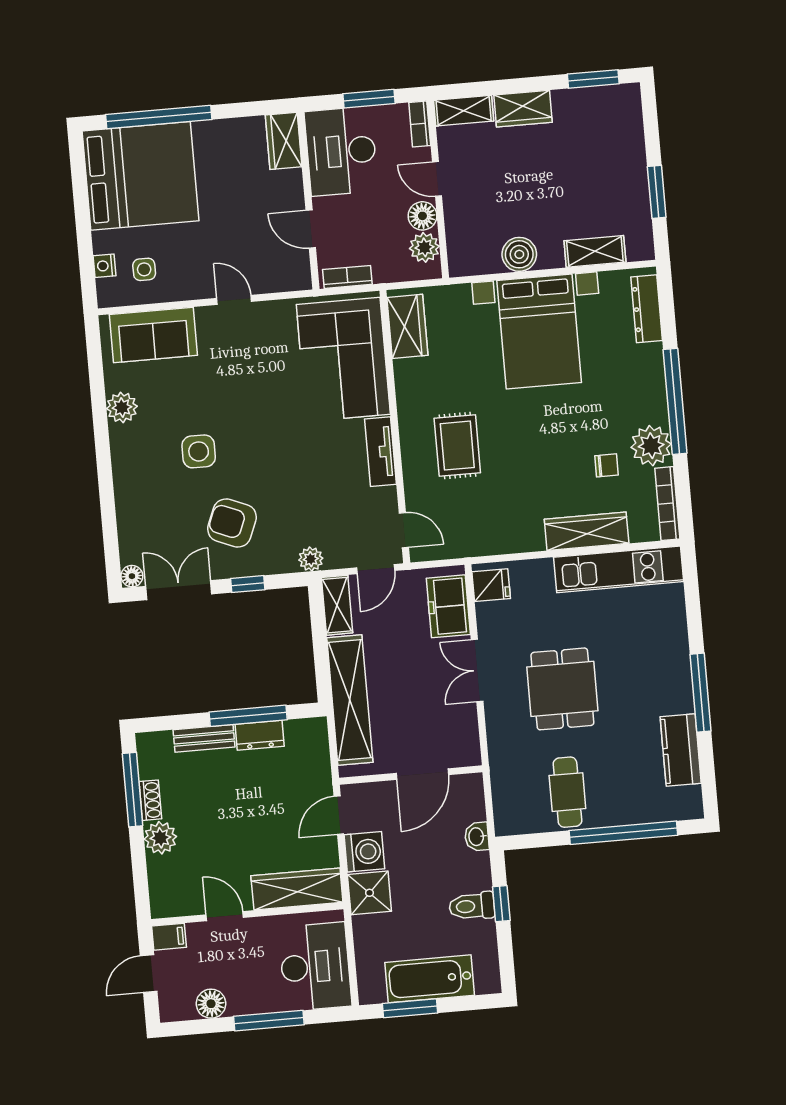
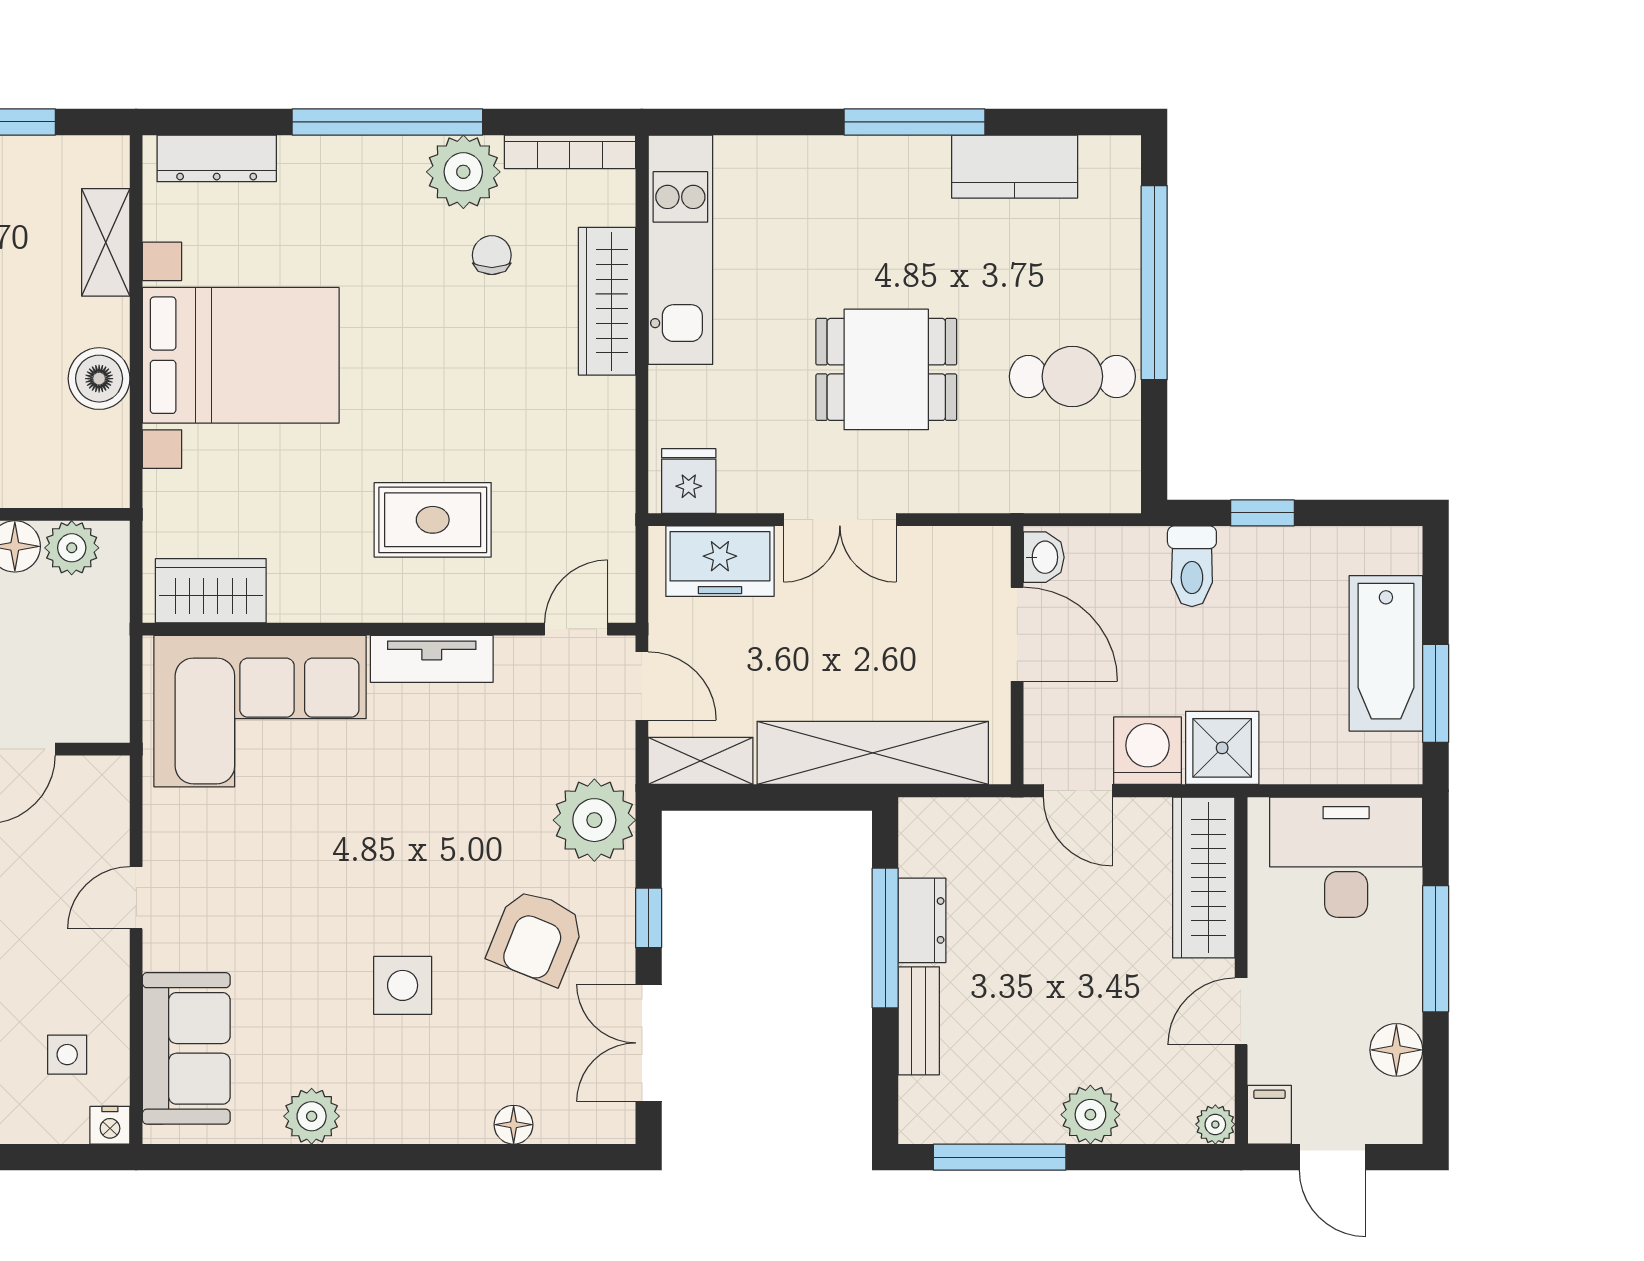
nightstand: (104, 266) -> (110, 1125), moved
bookcase: (347, 277) -> (113, 691), removed
plant: (311, 559) -> (594, 820), width x1.87, depth x1.87
floor lamp: (132, 576) -> (514, 1125), moved
shoe rack: (150, 800) -> (1021, 1127), removed
washbasin: (477, 837) -> (1044, 557), moved, turned -90
toilet: (472, 906) -> (1192, 566), moved
plant: (161, 907) -> (1215, 1124), added

